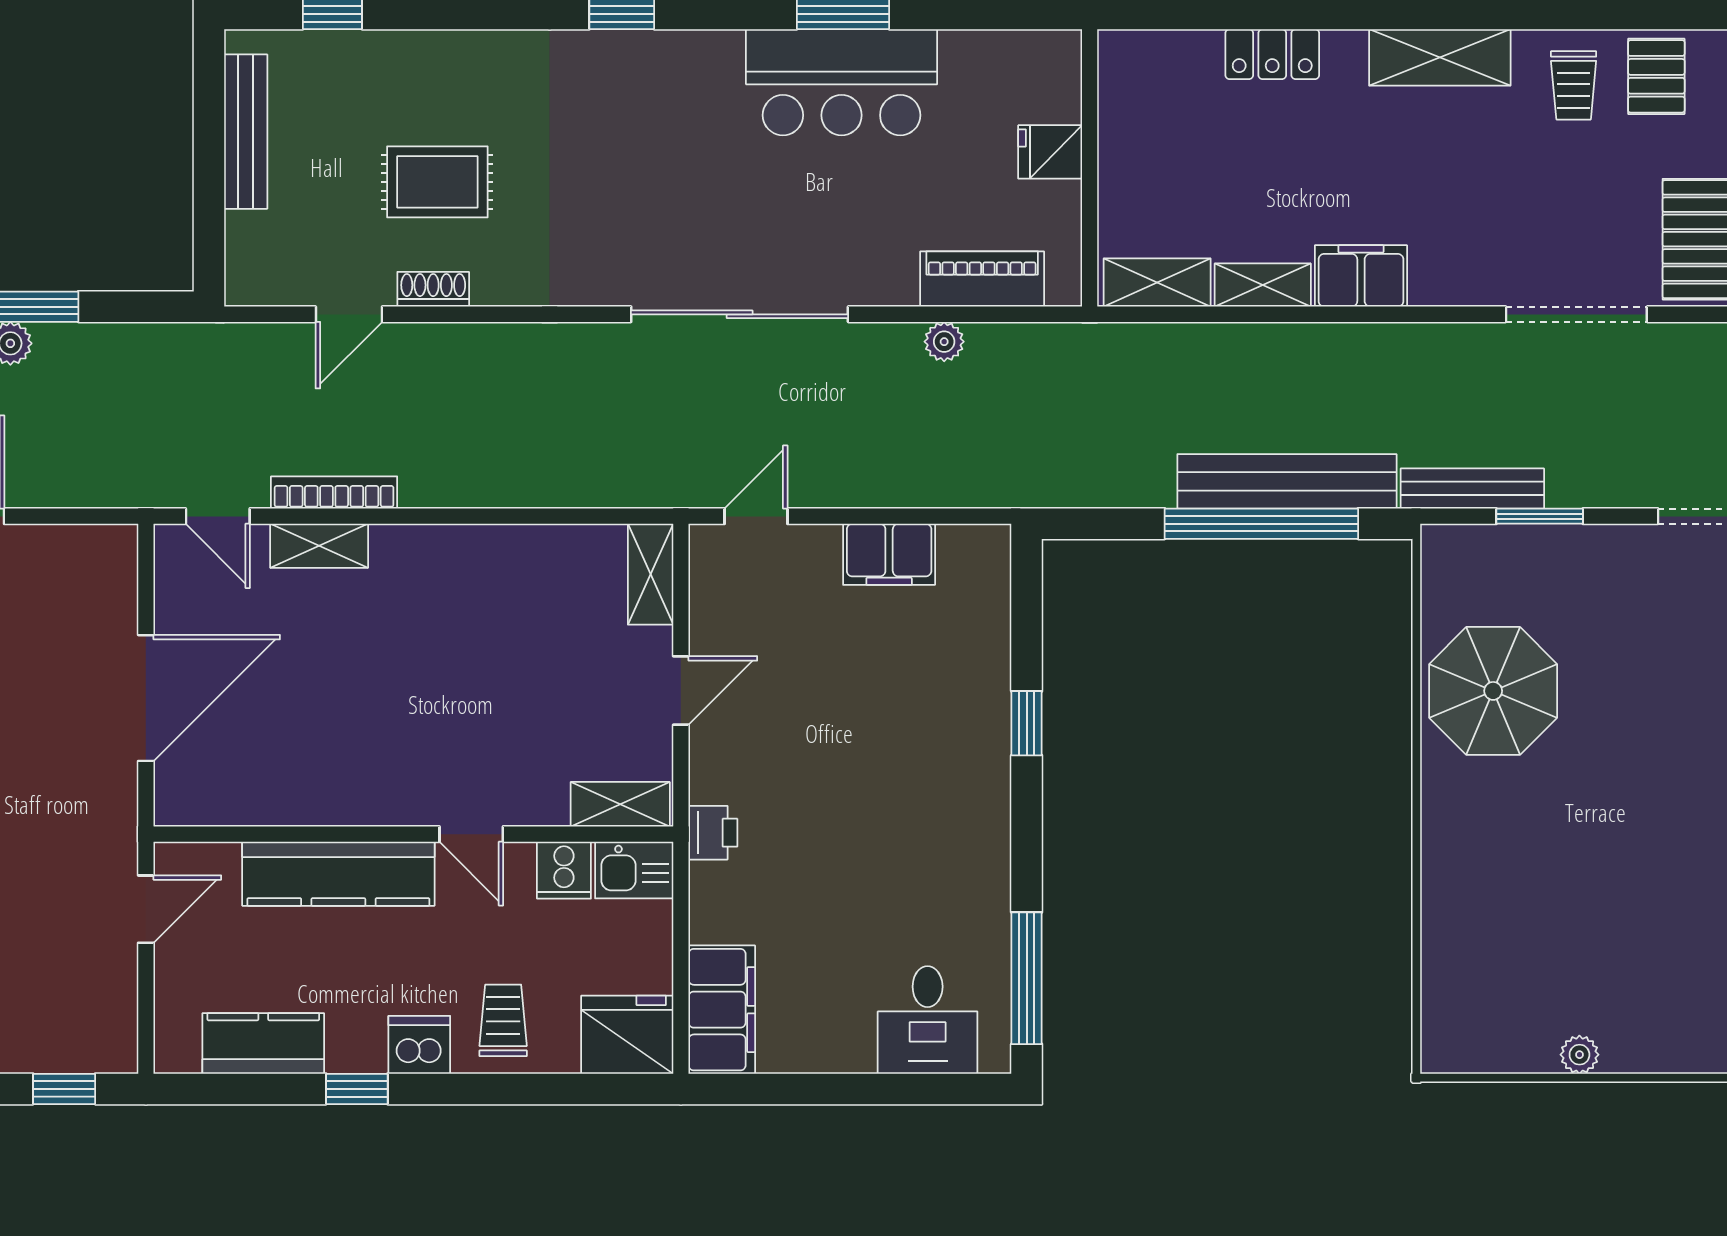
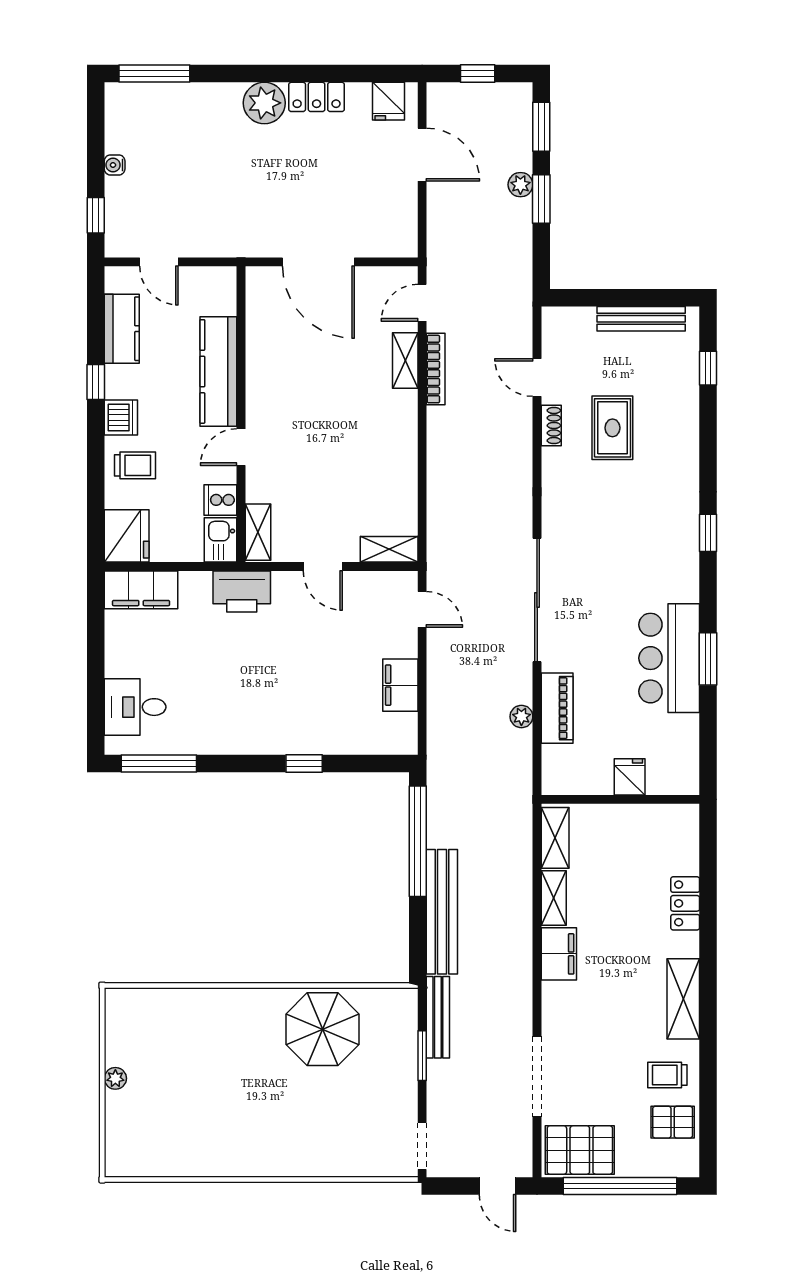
piano: (982, 279) -> (557, 708), moved
window: (1261, 524) -> (418, 841), moved
printer: (713, 833) -> (242, 591), width x1.87, depth x1.48
door: (146, 909) -> (159, 262), moved

